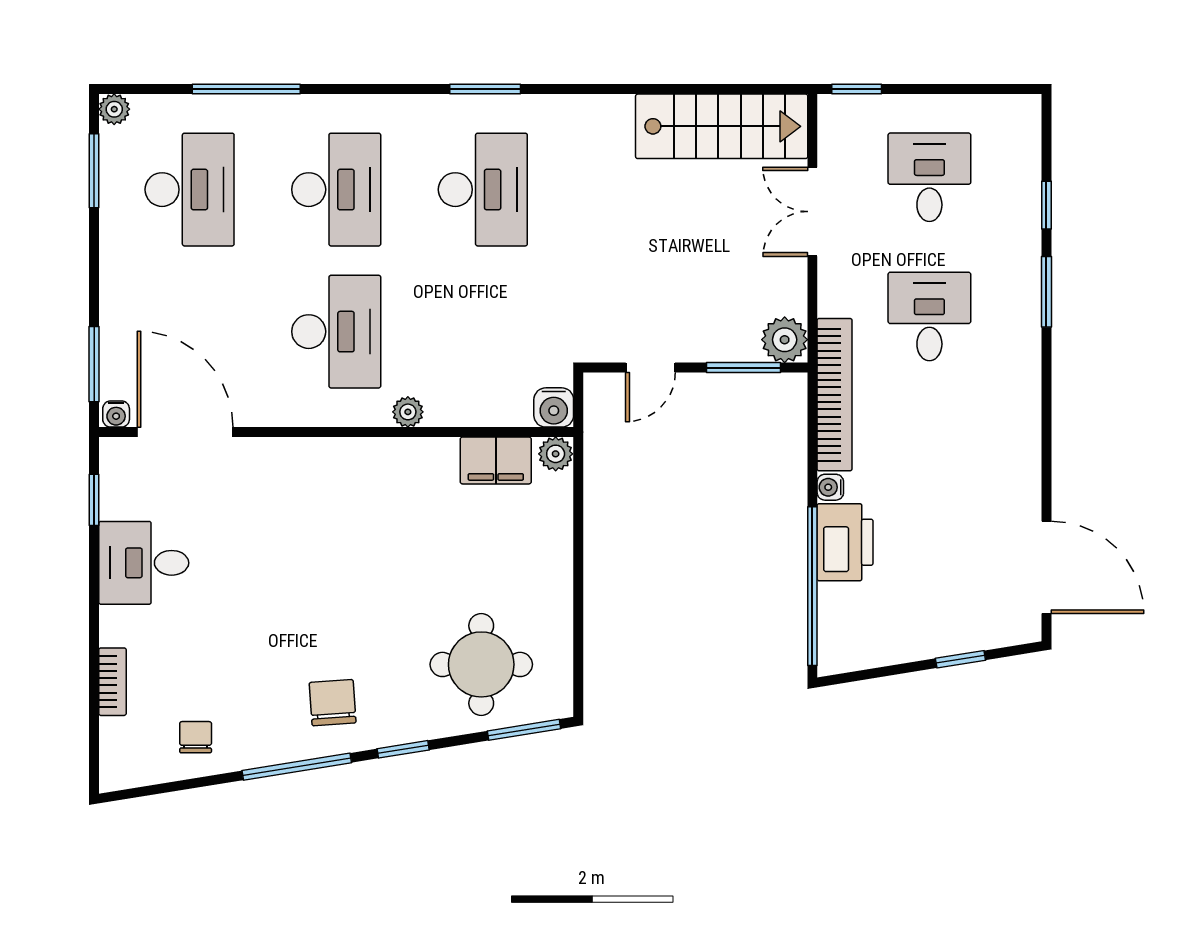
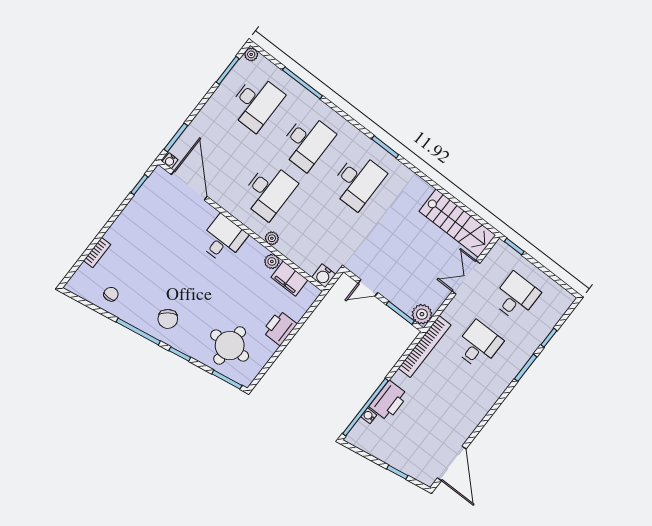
plant: (556, 454) -> (272, 261), moved
water cooler: (830, 487) -> (369, 416), moved
desk: (144, 563) -> (223, 239), moved, turned 90
printer: (547, 563) -> (280, 328), added
chair: (333, 703) -> (168, 319), turned 149

